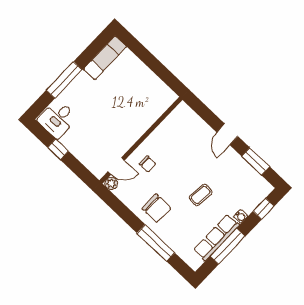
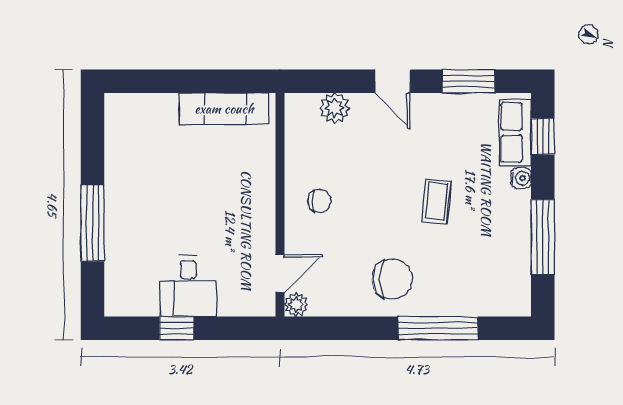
exam couch: (105, 58) -> (224, 109), moved, turned 90
desk: (58, 119) -> (188, 286), moved
plant: (196, 124) -> (335, 108), added
chair: (148, 164) -> (320, 201), moved
row of seats: (217, 237) -> (515, 133), moved, width x0.68

